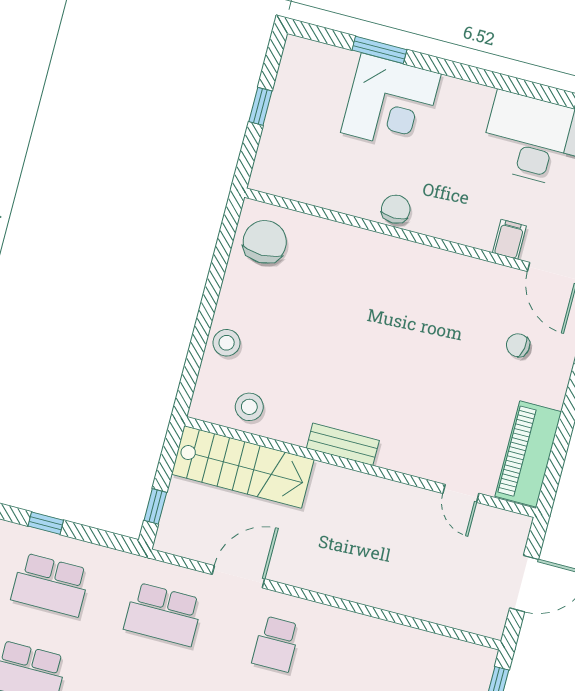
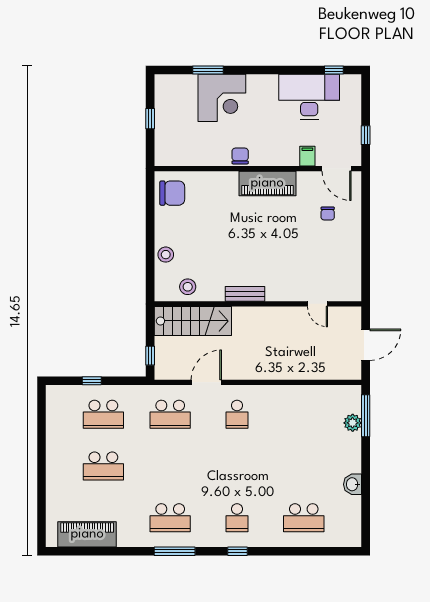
chair: (265, 242) -> (172, 193), turned 90
chair: (518, 345) -> (328, 214), turned -100
piano: (528, 454) -> (267, 183), moved, turned -90

